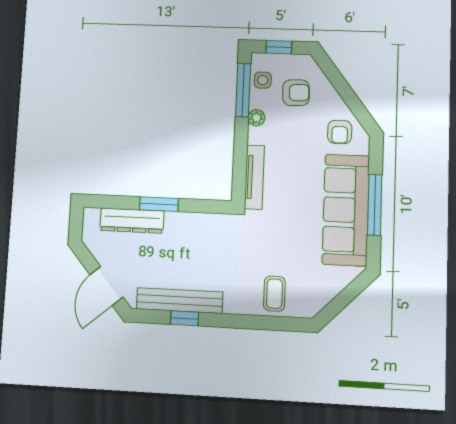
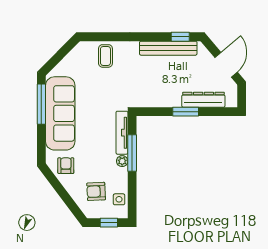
window: (243, 90) -> (132, 153), moved
plant: (256, 118) -> (122, 161), moved
window: (375, 205) -> (41, 104), moved
door: (107, 286) -> (226, 65), moved
window: (185, 318) -> (180, 37), moved

